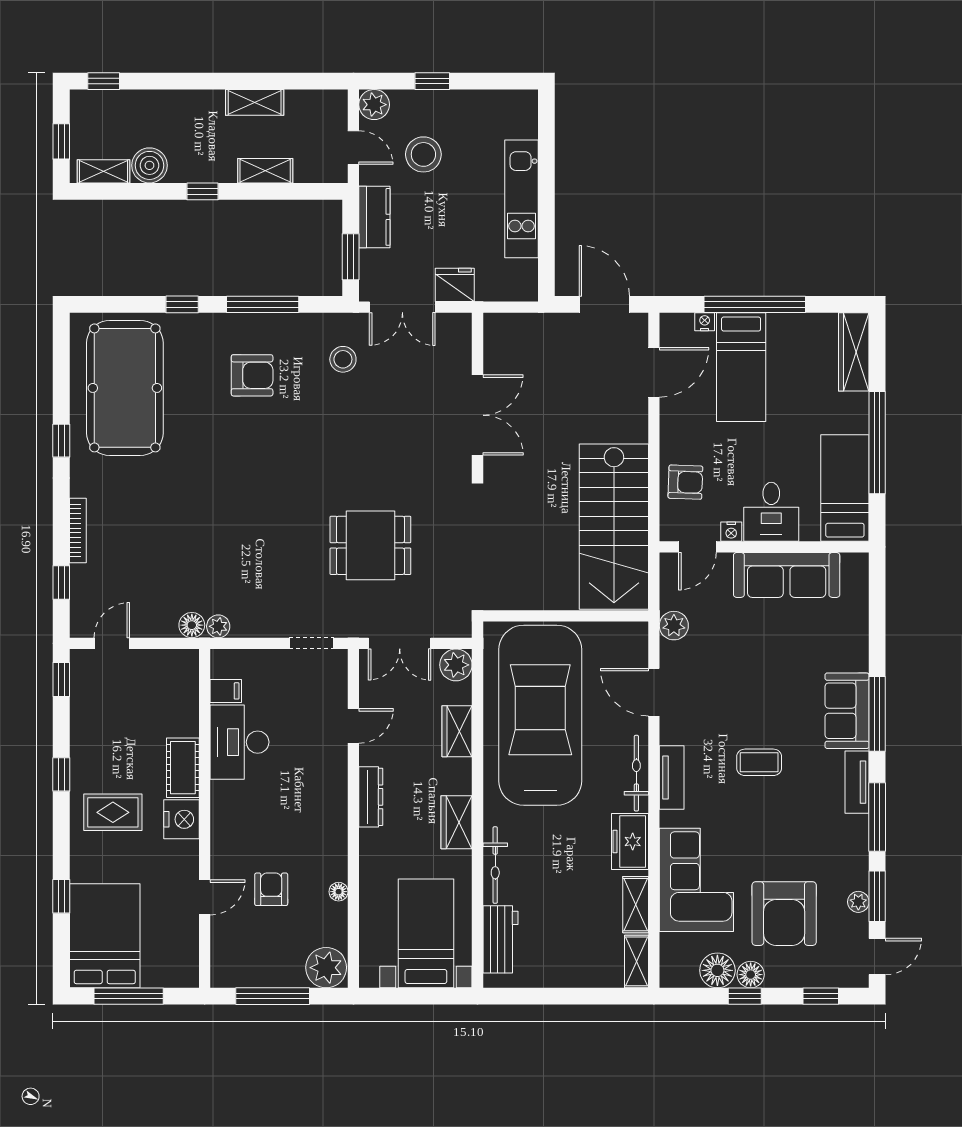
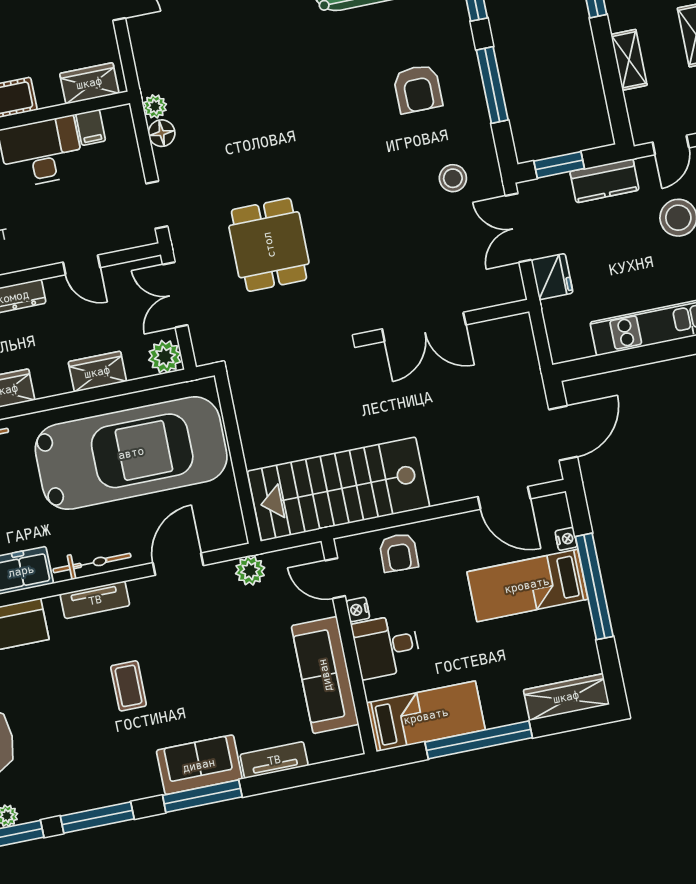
floor lamp: (192, 625) -> (162, 133), moved
wardrobe: (184, 684) -> (89, 83), added
tv unit: (857, 782) -> (274, 760), moved

